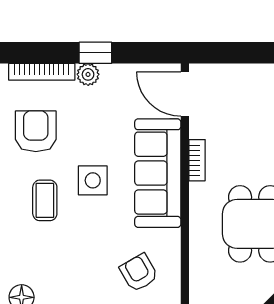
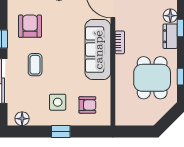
side table: (93, 180) -> (58, 102), moved
armchair: (139, 273) -> (87, 105), turned 120

